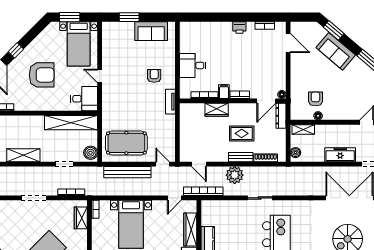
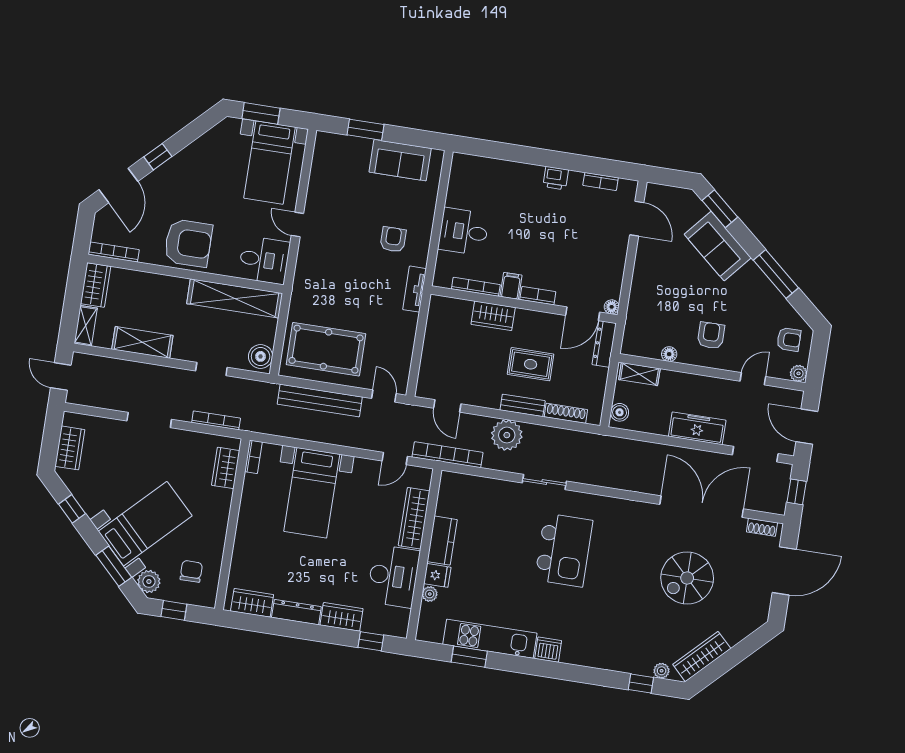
armchair: (42, 75) -> (188, 243), moved
armchair: (316, 99) -> (711, 335), moved

